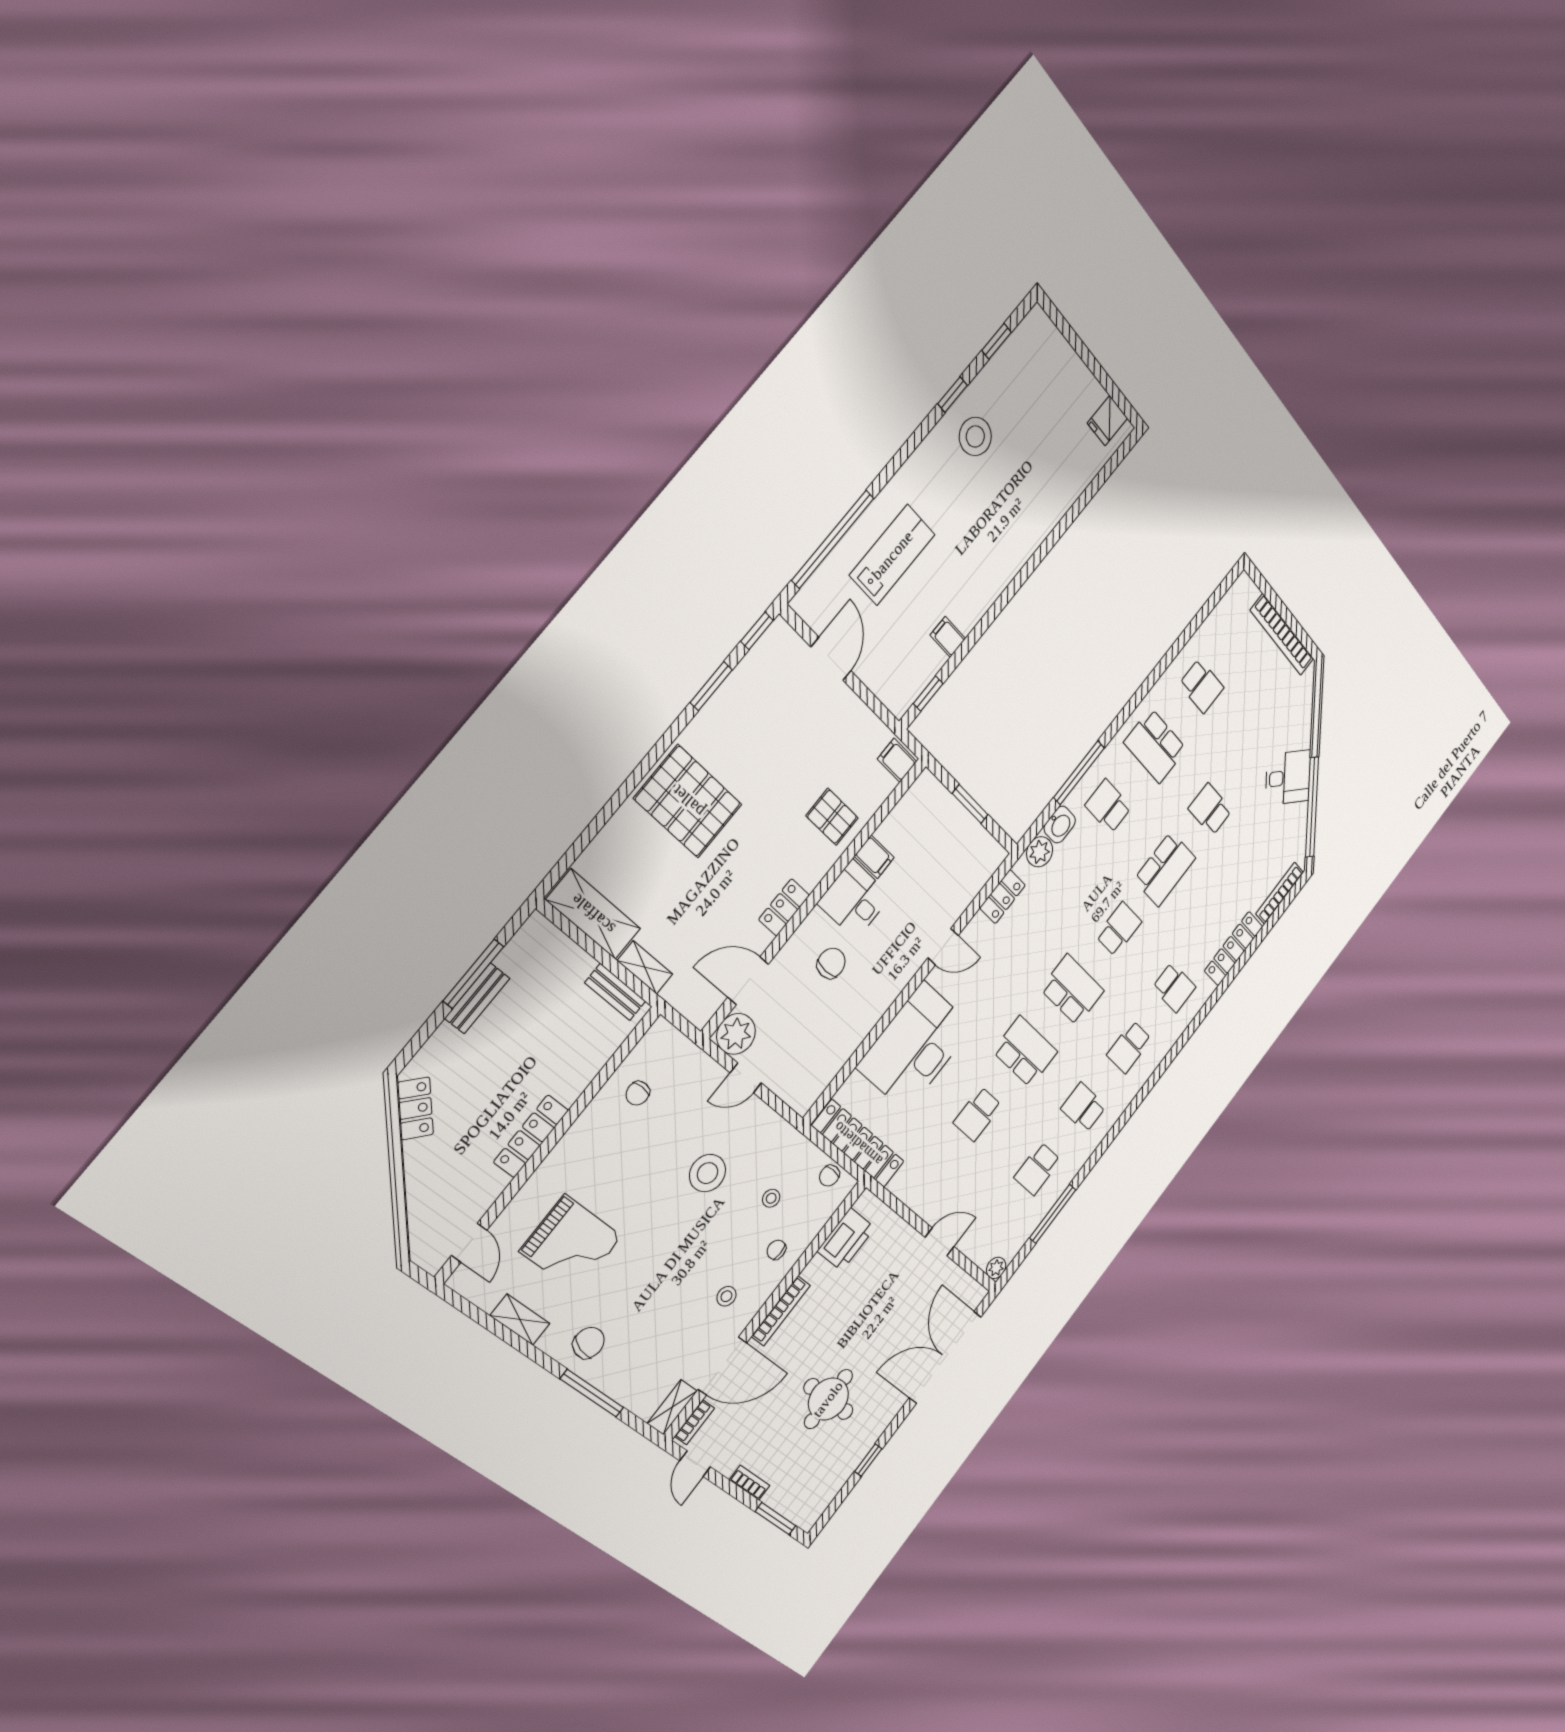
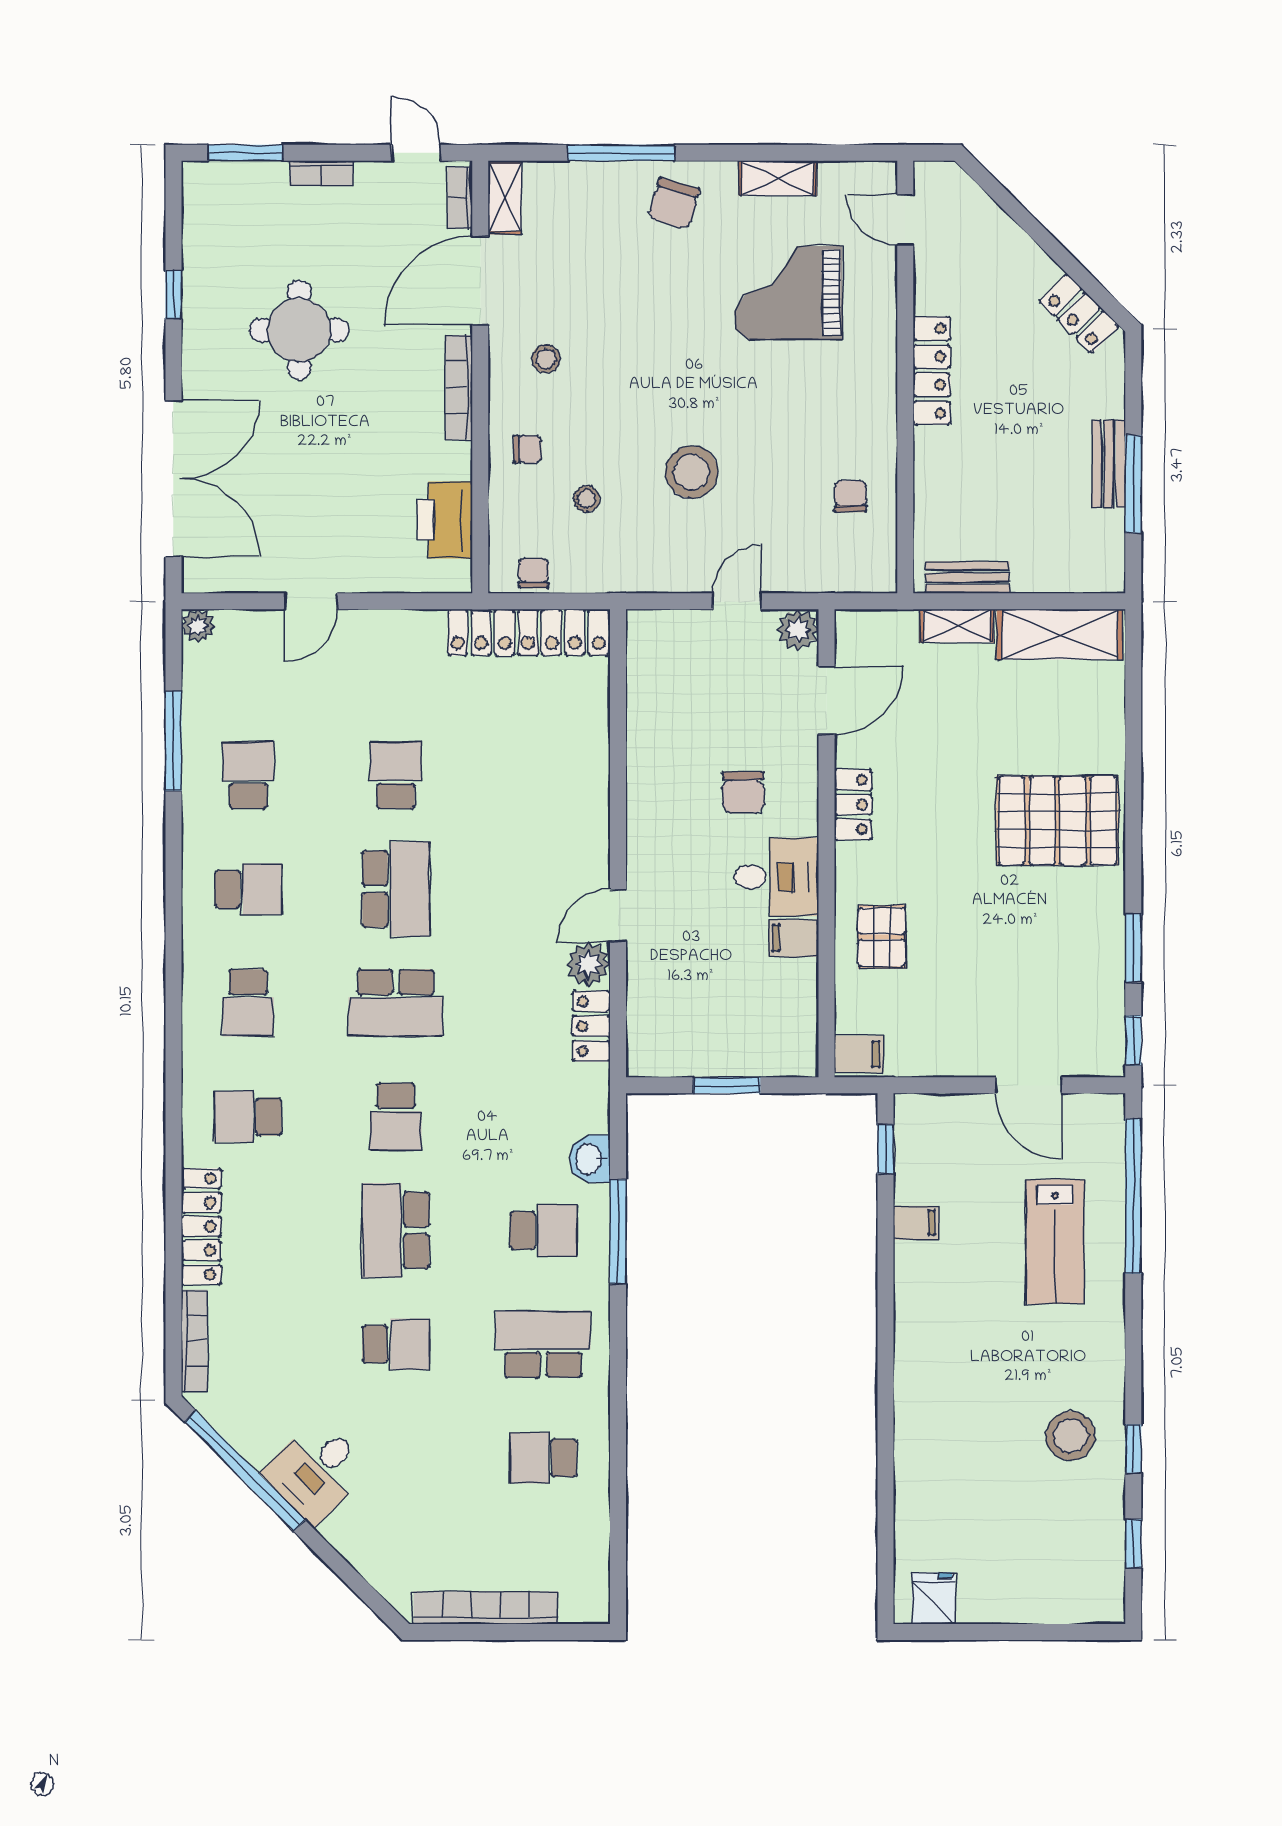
pallet: (832, 817) -> (882, 937), turned 90
plant: (1040, 852) -> (588, 964), moved
plant: (736, 1034) -> (798, 630), width x0.73, depth x0.73
desk: (915, 1047) -> (552, 786), removed
school desk: (1129, 1047) -> (248, 1003), turned 180
school desk: (1025, 1052) -> (396, 889), turned -90

